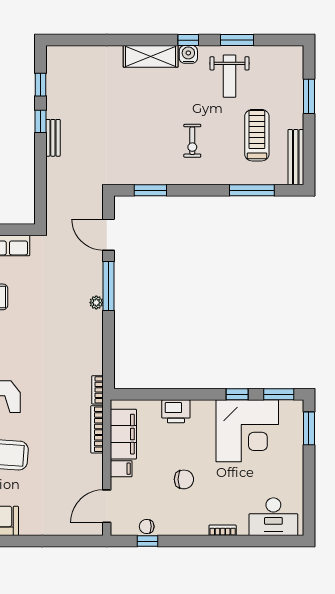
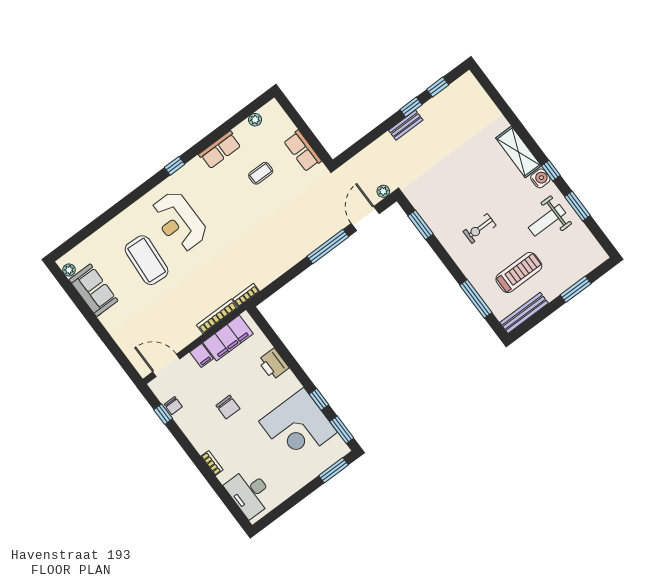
plant: (96, 303) -> (383, 191), moved
chair: (147, 526) -> (173, 406), turned 180

